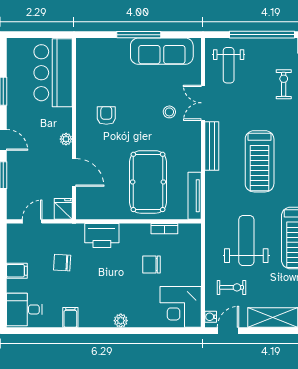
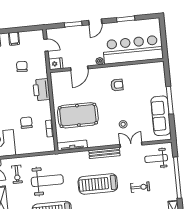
bar counter: (53, 73) -> (133, 50), width x1.36
exercise bike: (284, 84) -> (140, 187), moved

